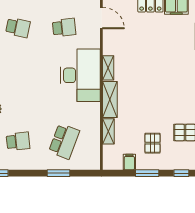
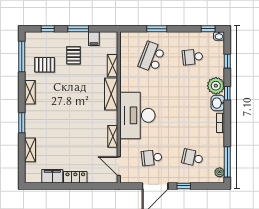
shelving: (108, 68) -> (113, 136), moved

